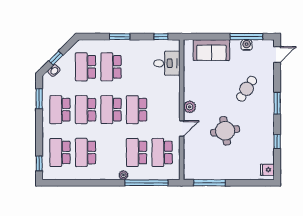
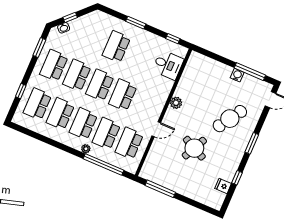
water cooler: (247, 45) -> (237, 75), moved
sofa: (211, 50) -> (213, 70), removed
school desk: (85, 67) -> (83, 124), moved
cafe table: (247, 89) -> (230, 119), width x1.37, depth x1.35
plant: (190, 107) -> (176, 103), moved
round table: (225, 131) -> (194, 148), turned 35
window: (39, 163) -> (21, 91), moved
fridge: (267, 170) -> (223, 186), moved

